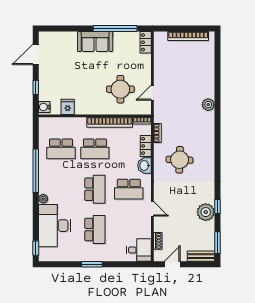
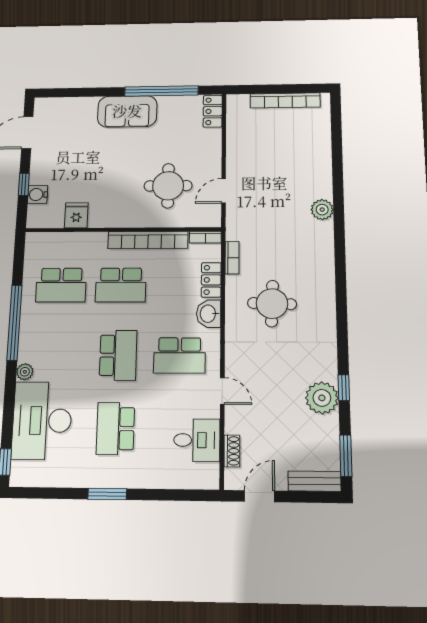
water cooler: (44, 107) -> (38, 194), moved
school desk: (95, 230) -> (115, 429), turned 180
desk: (139, 250) -> (197, 440), moved

